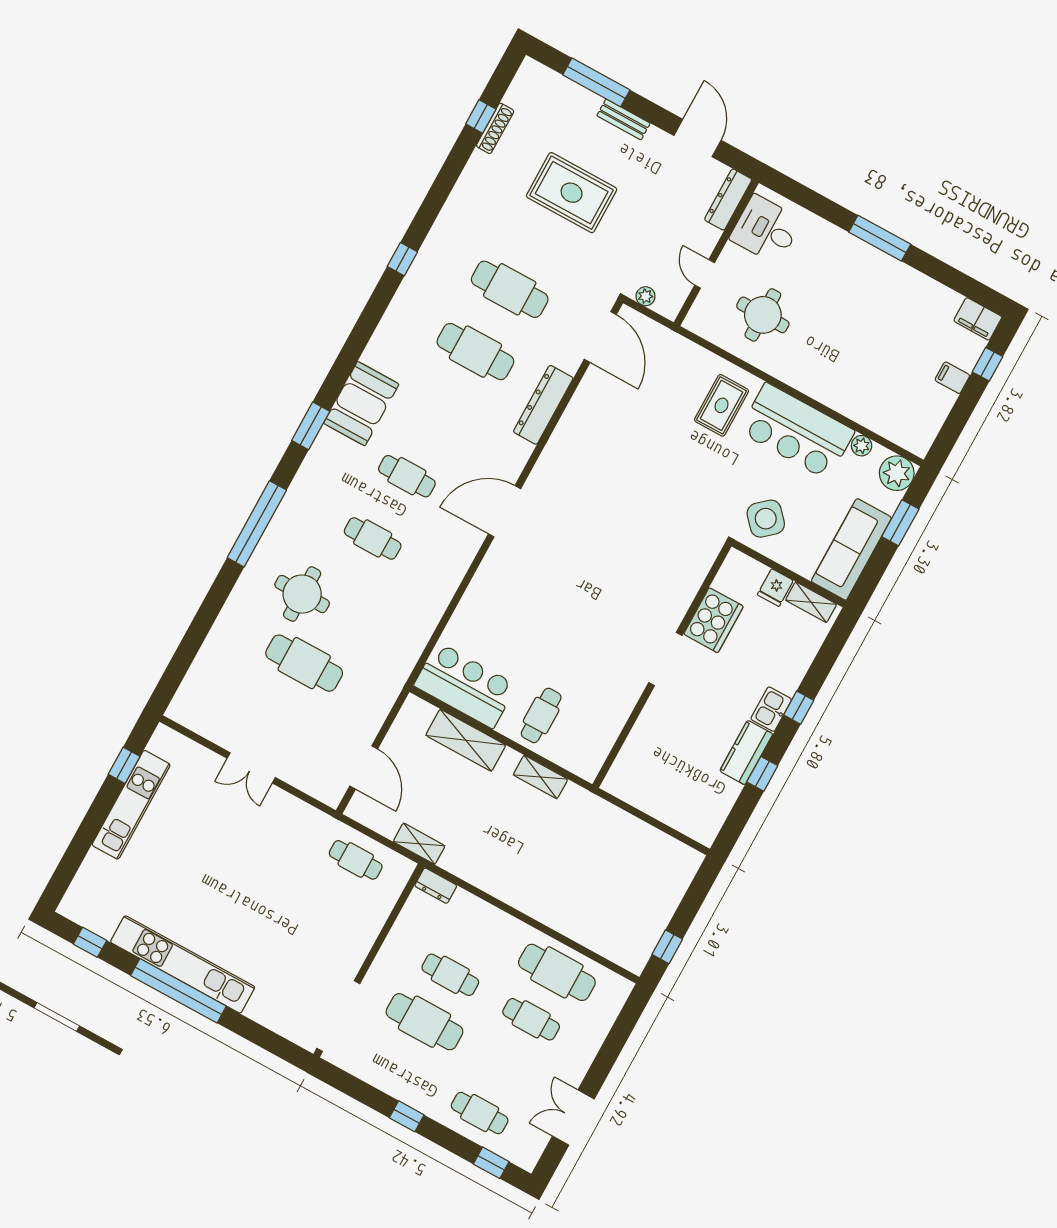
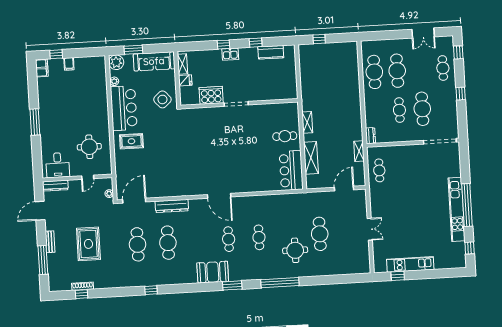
kitchen counter: (746, 752) -> (271, 52), moved
window: (667, 947) -> (319, 39), moved
cafe table: (531, 1019) -> (397, 71), width x1.37, depth x1.35

